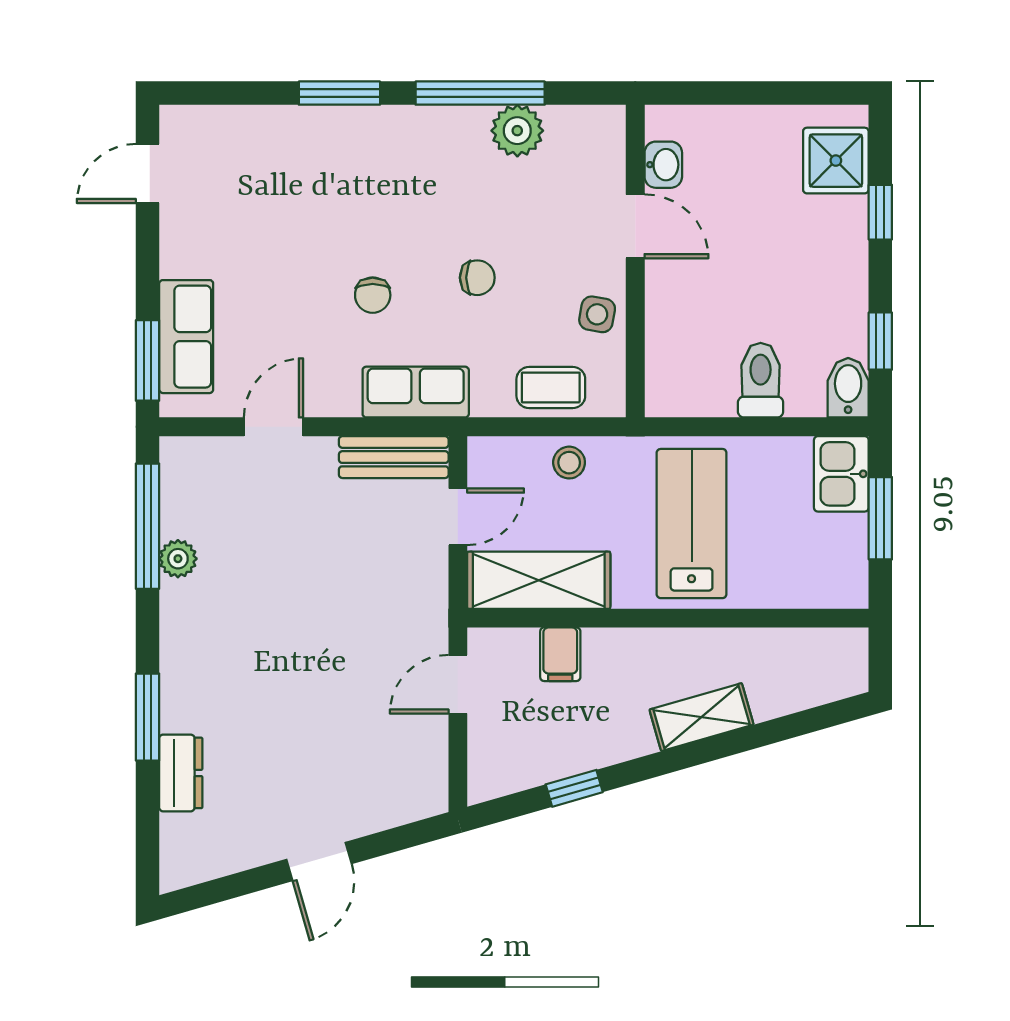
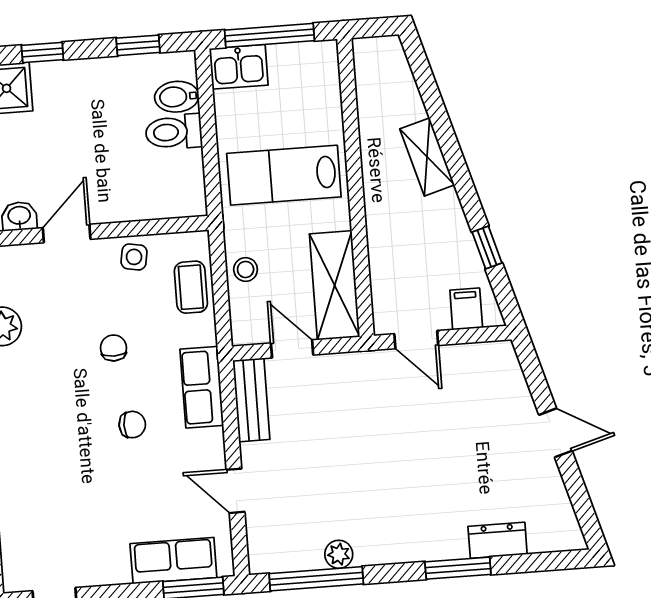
bidet: (848, 388) -> (177, 97), moved
window: (880, 518) -> (270, 35), width x1.44
filing cabinet: (560, 654) -> (466, 309), moved, turned -90

